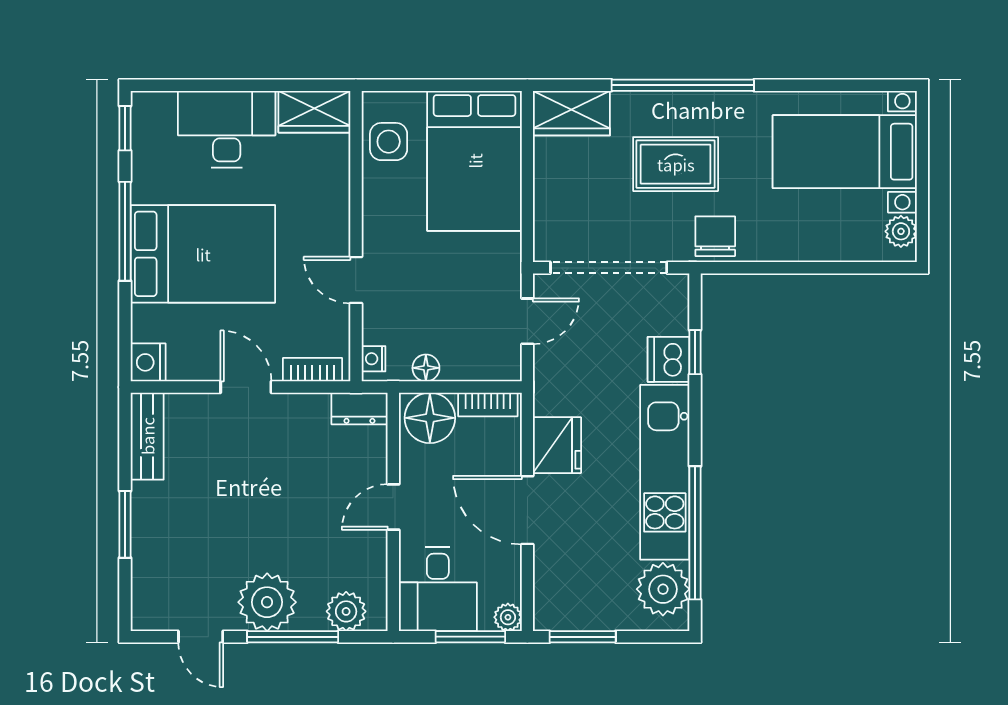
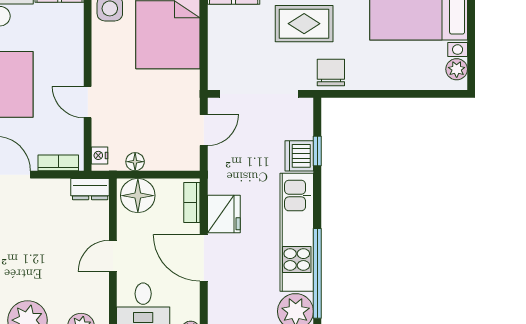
bookcase: (488, 405) -> (192, 203), moved, turned 90

